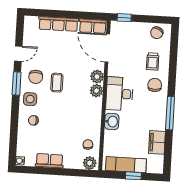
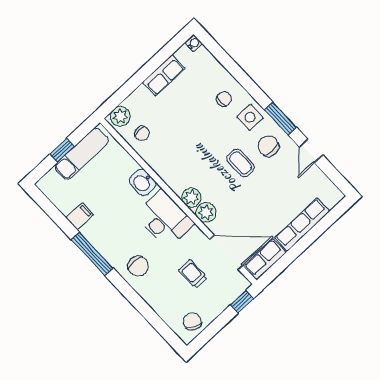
trolley: (153, 61) -> (193, 274), moved
filing cabinet: (157, 142) -> (80, 216), width x0.50

